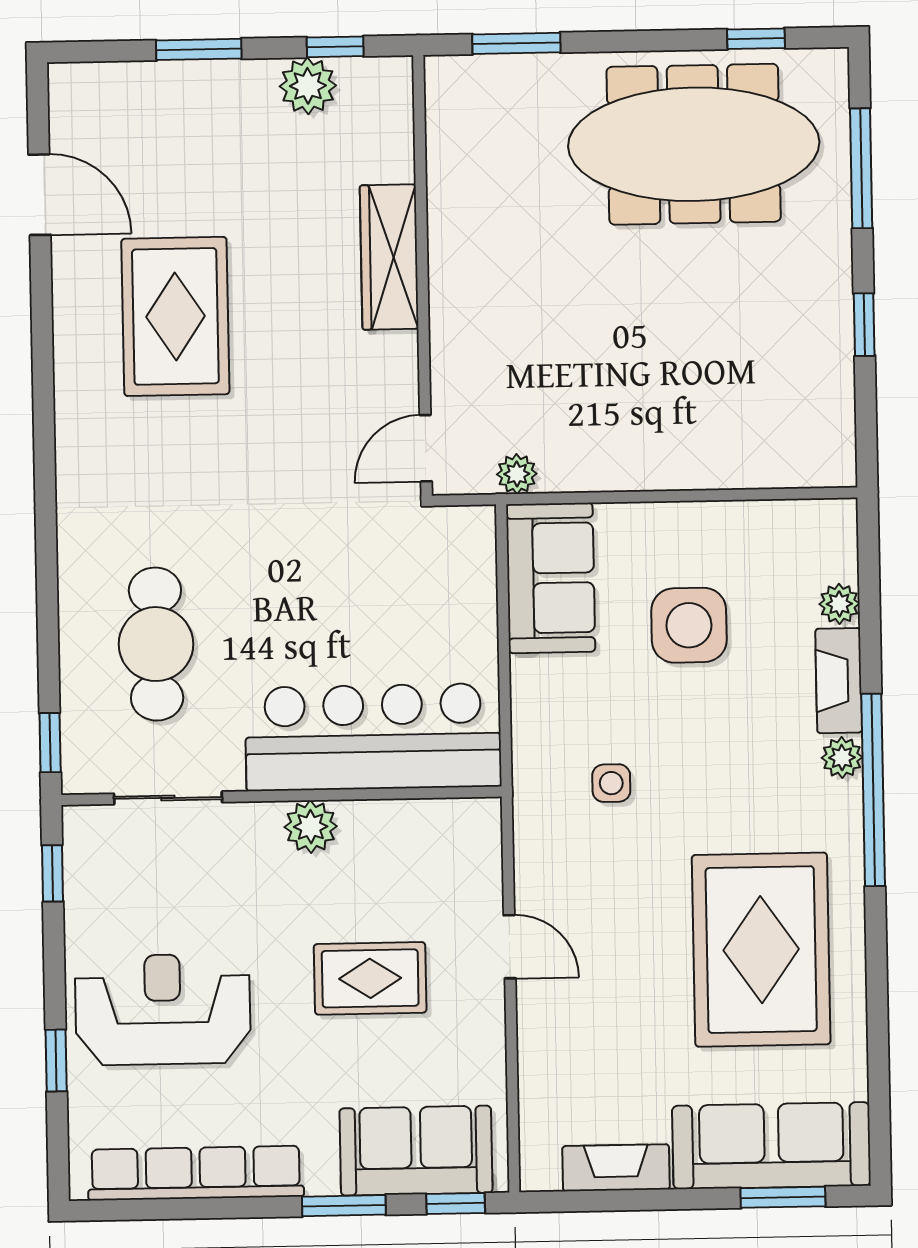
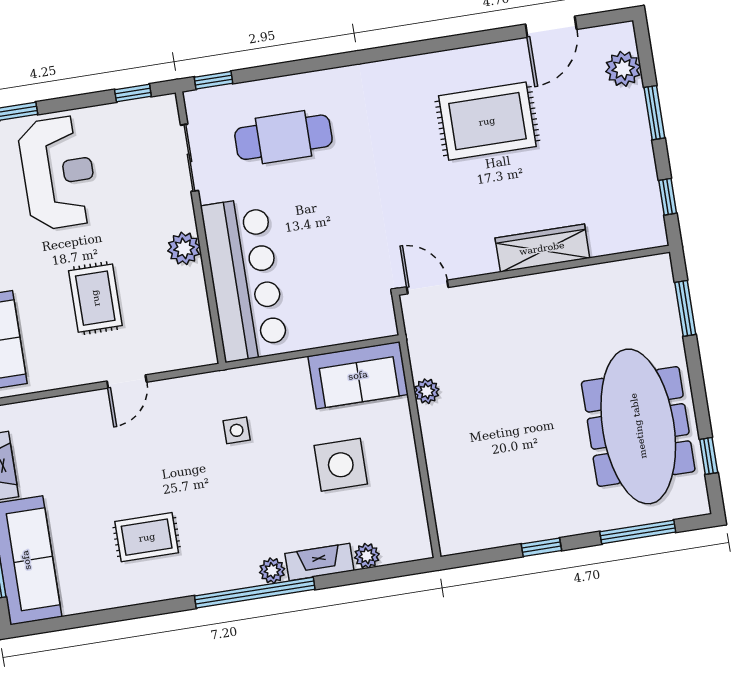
plant: (308, 86) -> (623, 69), moved
plant: (517, 474) -> (427, 391), moved
rug: (761, 950) -> (147, 537), width x0.54, depth x0.49

